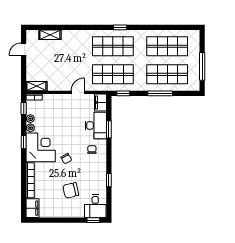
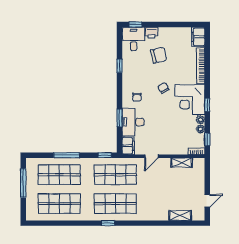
shelving: (36, 86) -> (182, 163), moved
printer: (78, 212) -> (151, 33), added

